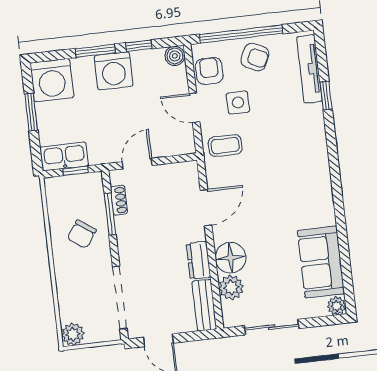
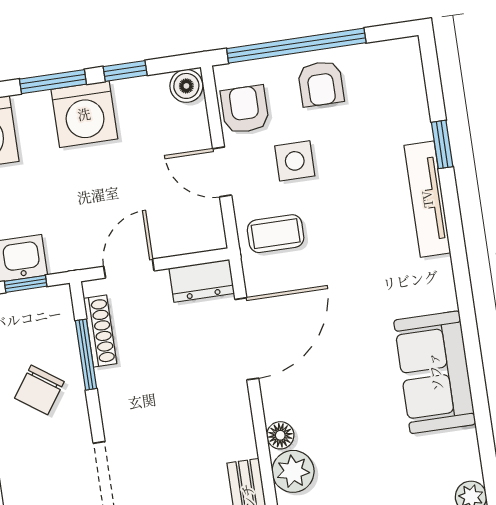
armchair: (255, 57) -> (321, 84), turned 65
tv unit: (309, 69) -> (427, 199), moved
shoe rack: (119, 200) -> (100, 331), width x1.43
door: (206, 208) -> (247, 339), width x1.36
floor lamp: (231, 258) -> (280, 435), width x0.53, depth x0.53
dresser: (199, 260) -> (202, 281), moved, turned -90
sofa: (321, 262) -> (435, 372), moved

